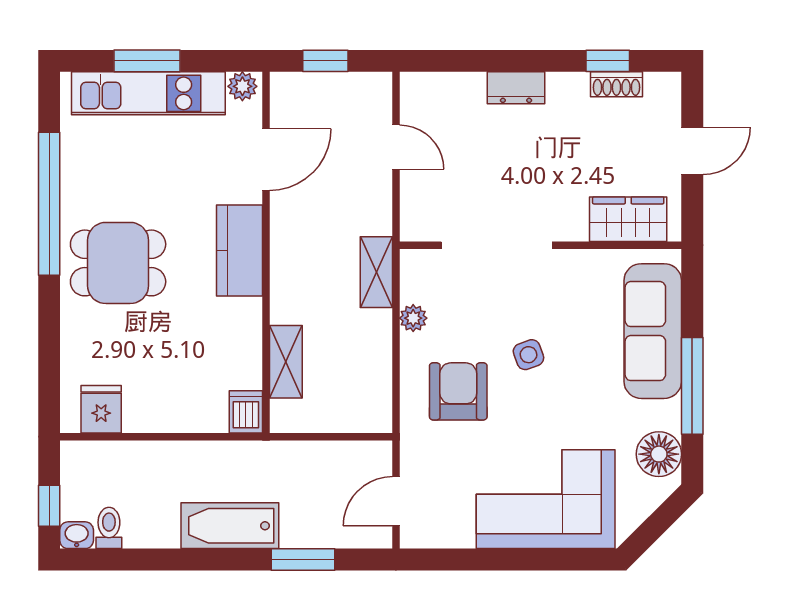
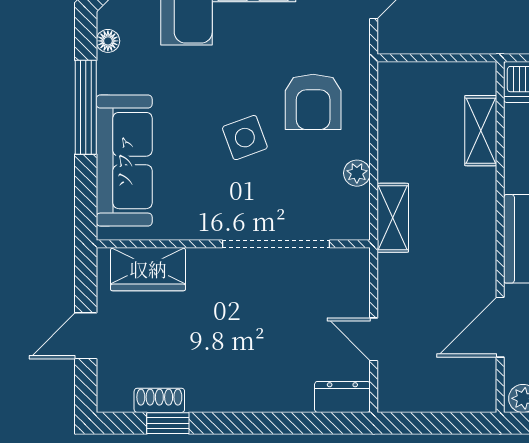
window: (325, 61) -> (442, 423), removed
dresser: (516, 88) -> (342, 397), moved
side table: (528, 355) -> (245, 138), width x1.37, depth x1.37
floor lamp: (659, 454) -> (108, 41), width x0.53, depth x0.53

